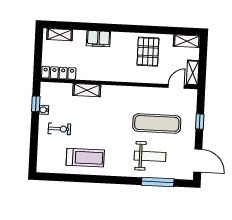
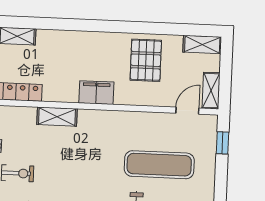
filing cabinet: (98, 39) -> (96, 93), moved, turned 180
window: (200, 122) -> (223, 143), moved

